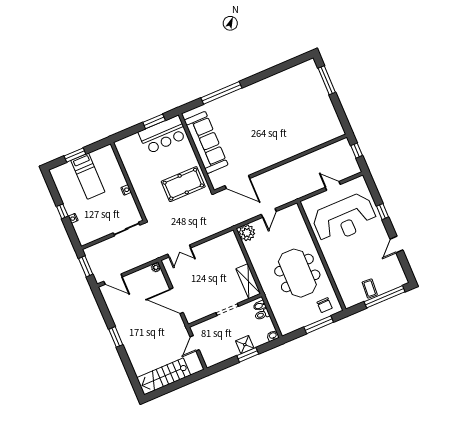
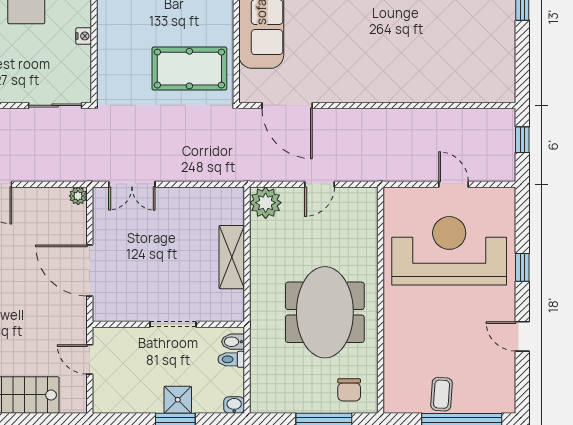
reception desk: (344, 218) -> (449, 251), turned 180
door: (397, 245) -> (522, 336), hinge flipped
shelving: (248, 281) -> (232, 257), moved
door: (195, 343) -> (90, 359), hinge flipped

